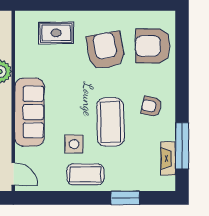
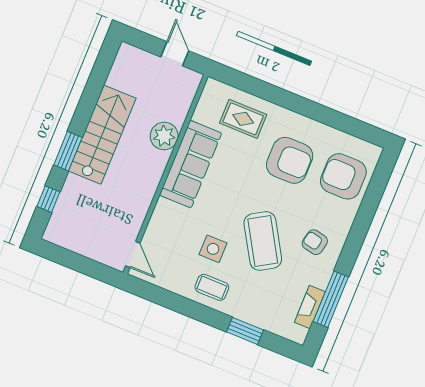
armchair: (106, 51) -> (290, 160), turned 100
sofa: (30, 112) -> (191, 164), moved
coffee table: (110, 122) -> (263, 241), turned -30
coffee table: (85, 174) -> (212, 287), width x0.73, depth x0.77

